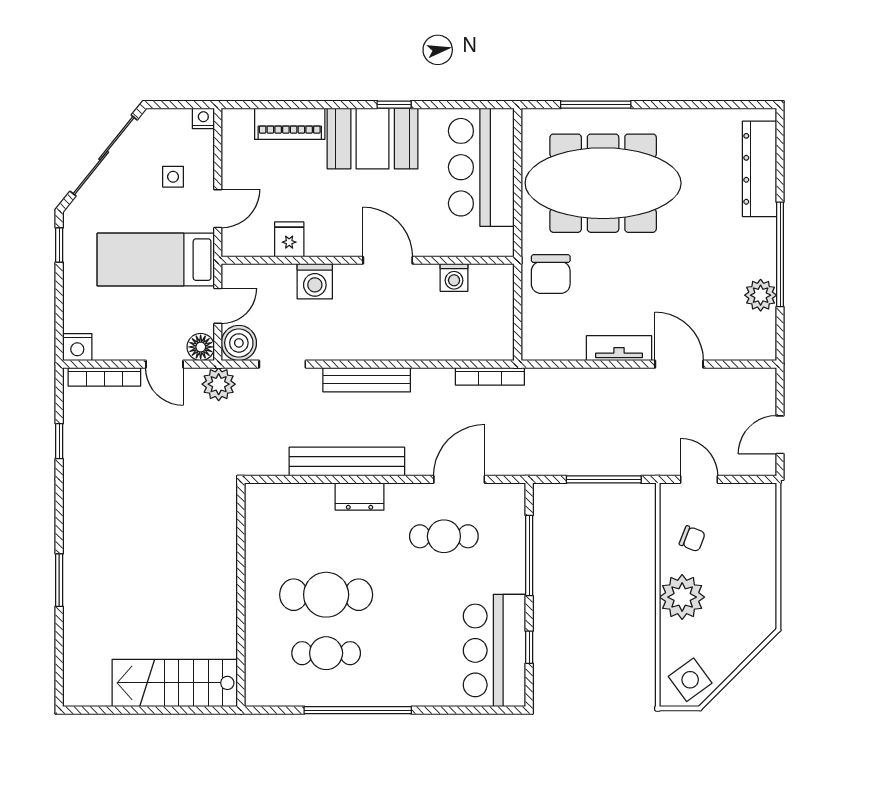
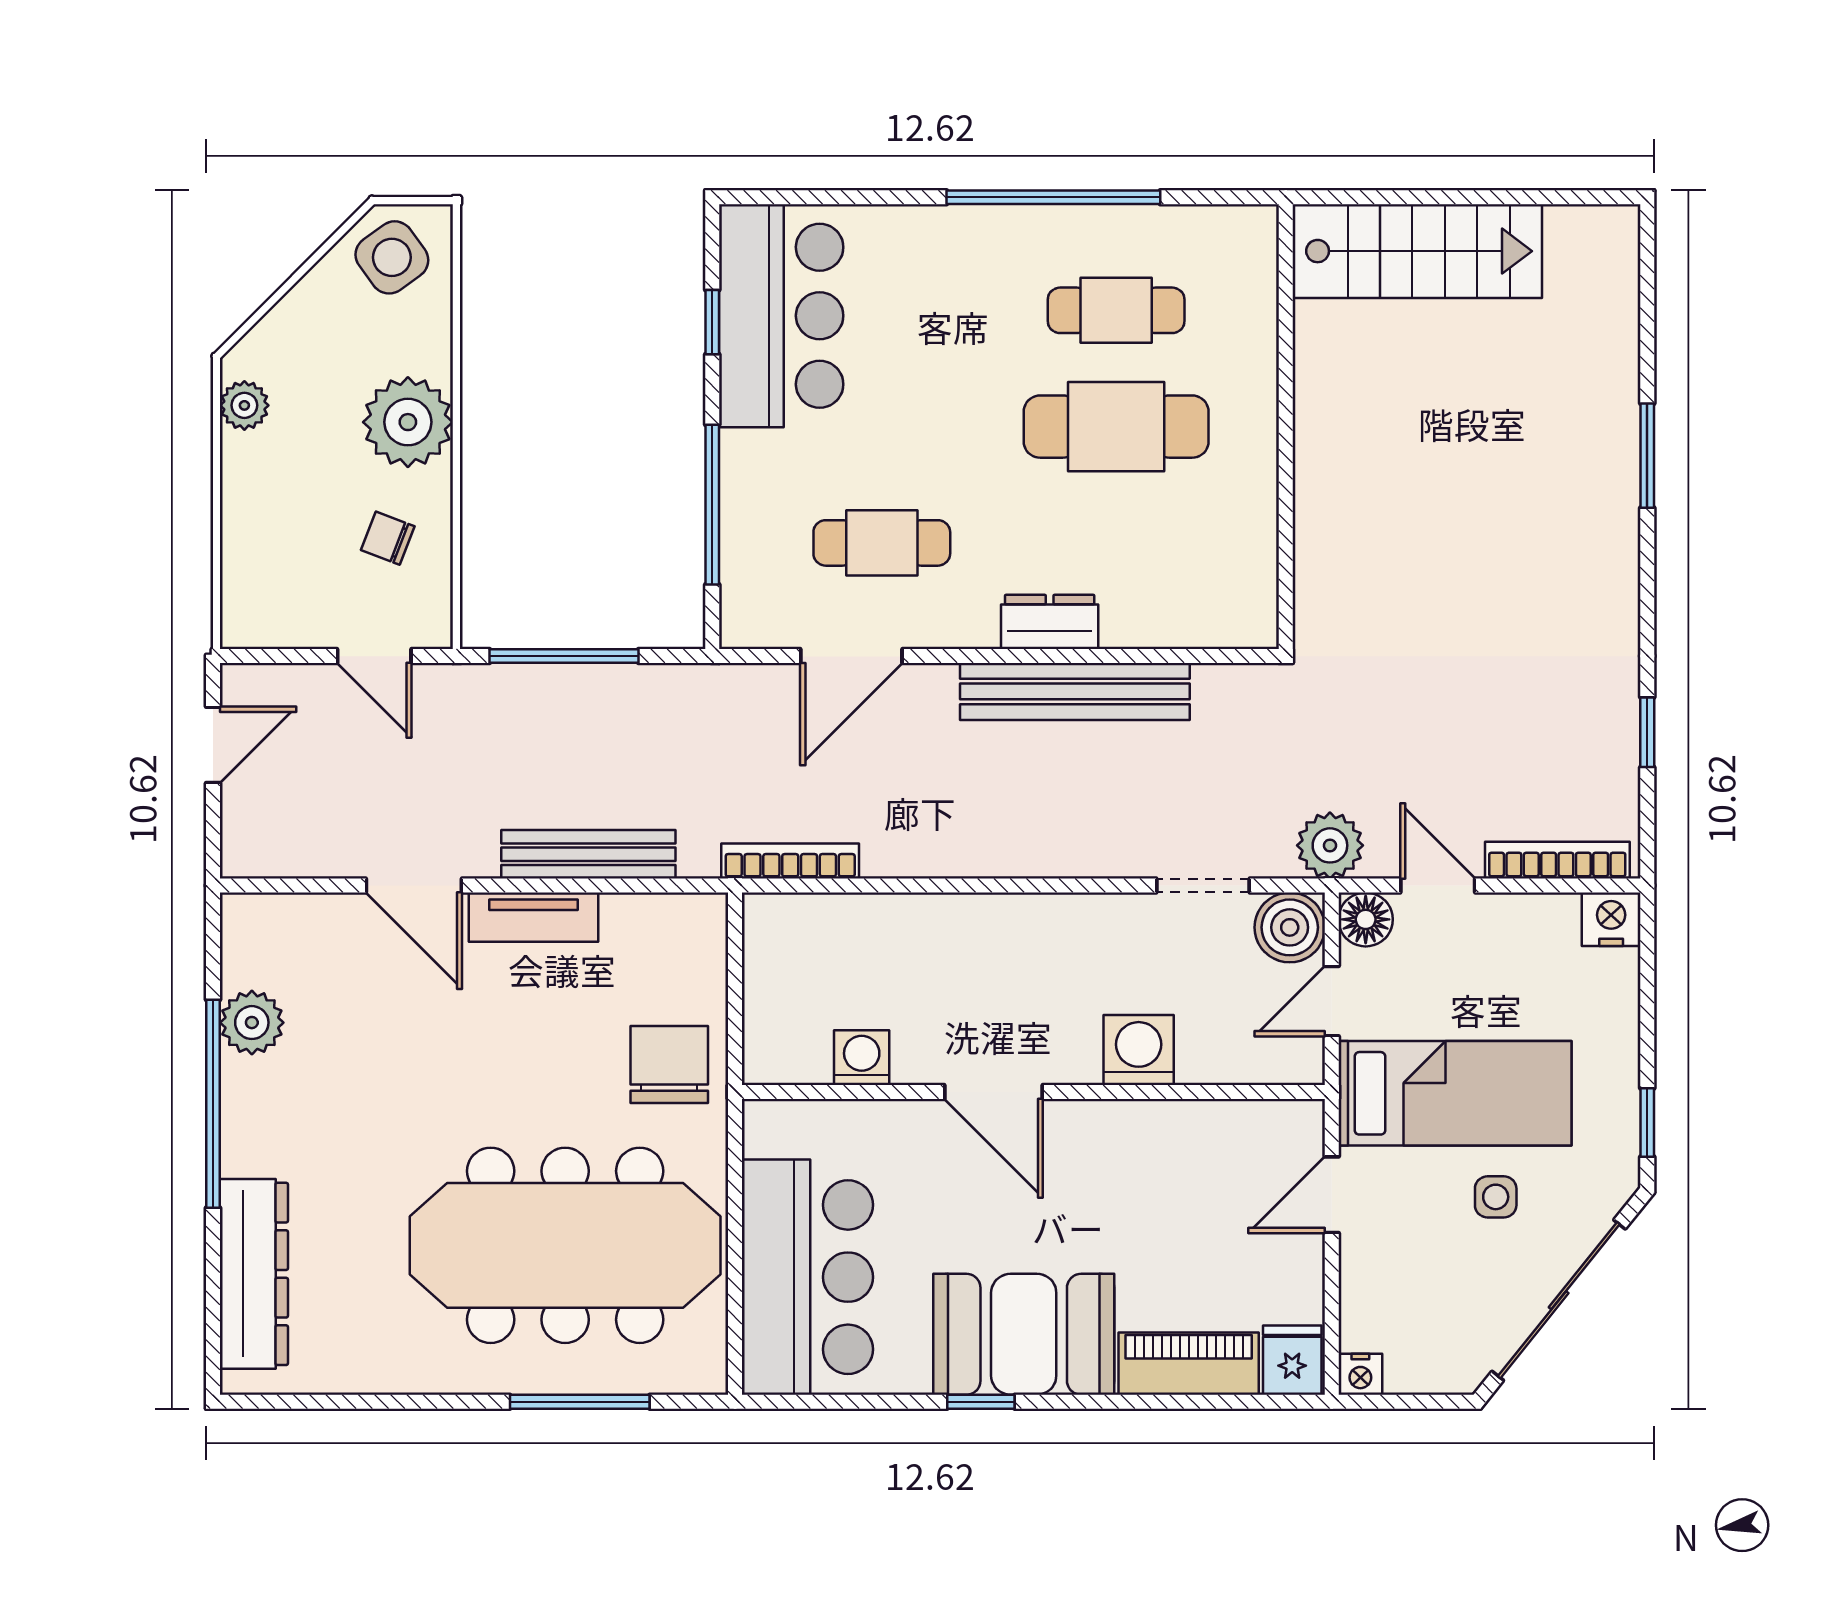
side table: (173, 177) -> (1496, 1197), moved
fridge: (289, 239) -> (1292, 1360), moved, turned 180
bench: (367, 380) -> (588, 854), moved
plant: (764, 605) -> (244, 405), added

